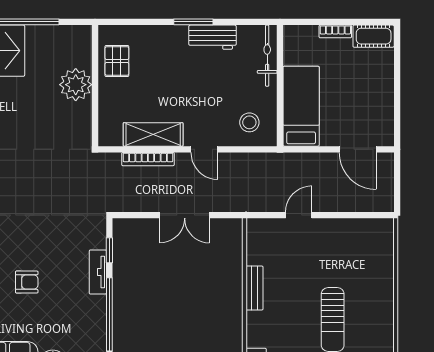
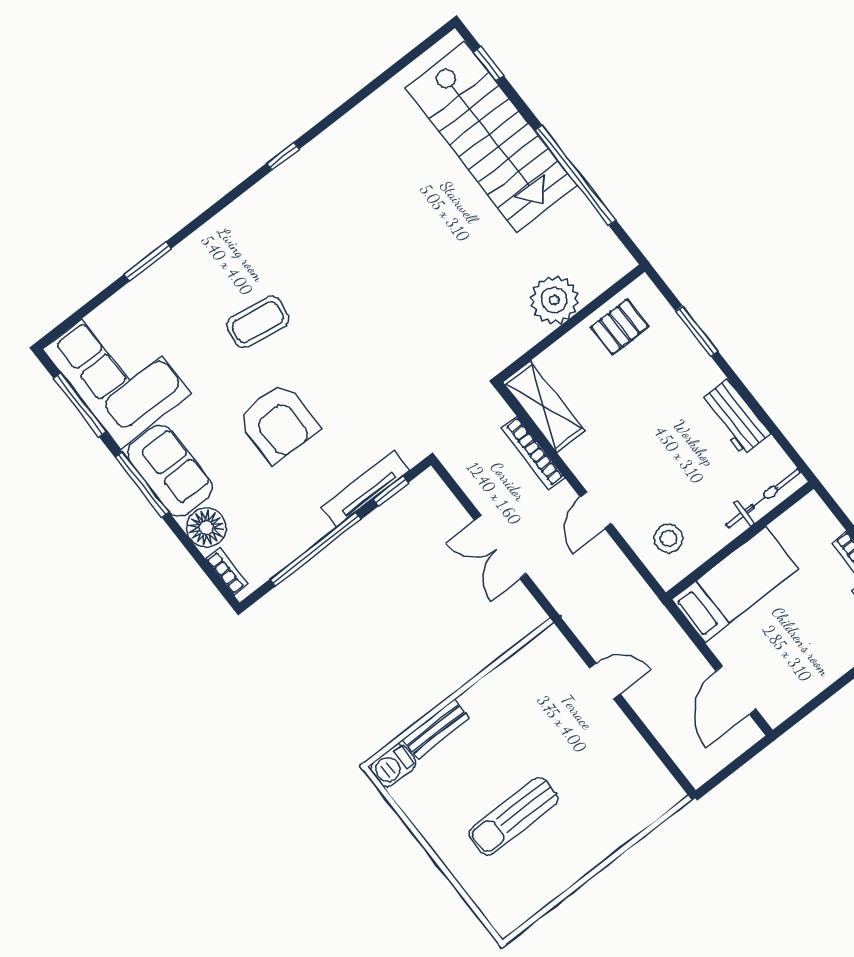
window: (193, 22) -> (697, 331), moved
shelving: (153, 134) -> (543, 407), moved
tv unit: (98, 272) -> (365, 489), width x1.41
armchair: (27, 282) -> (278, 423), width x1.88, depth x1.88
bench: (255, 288) -> (436, 729), moved

